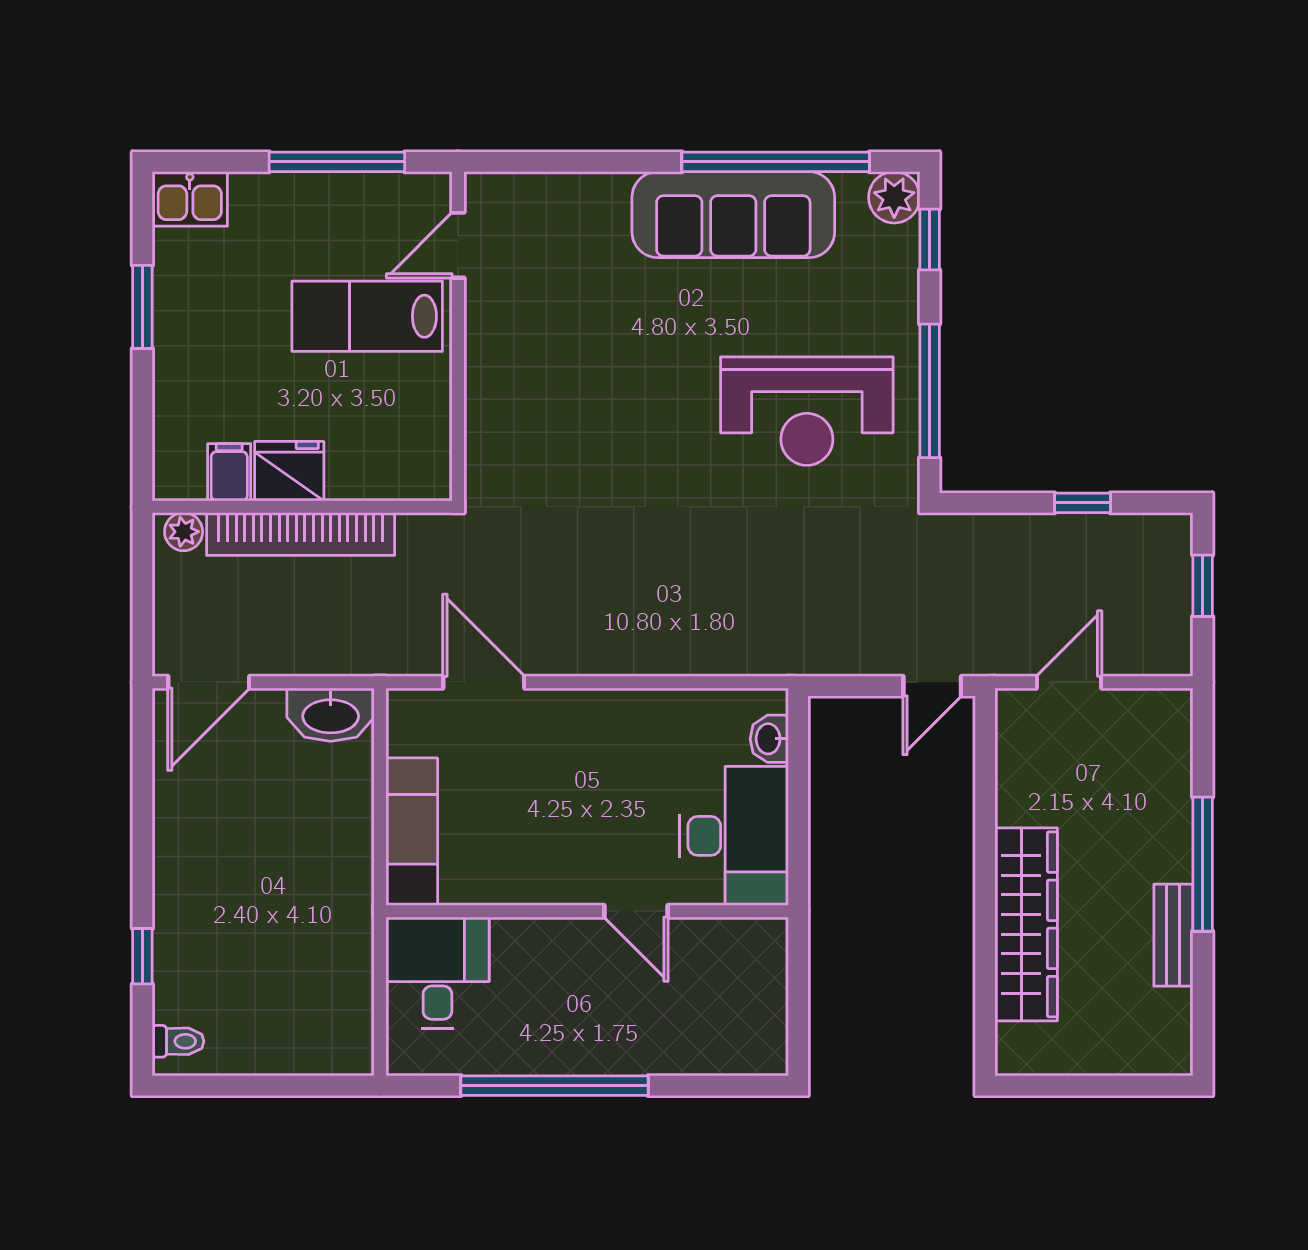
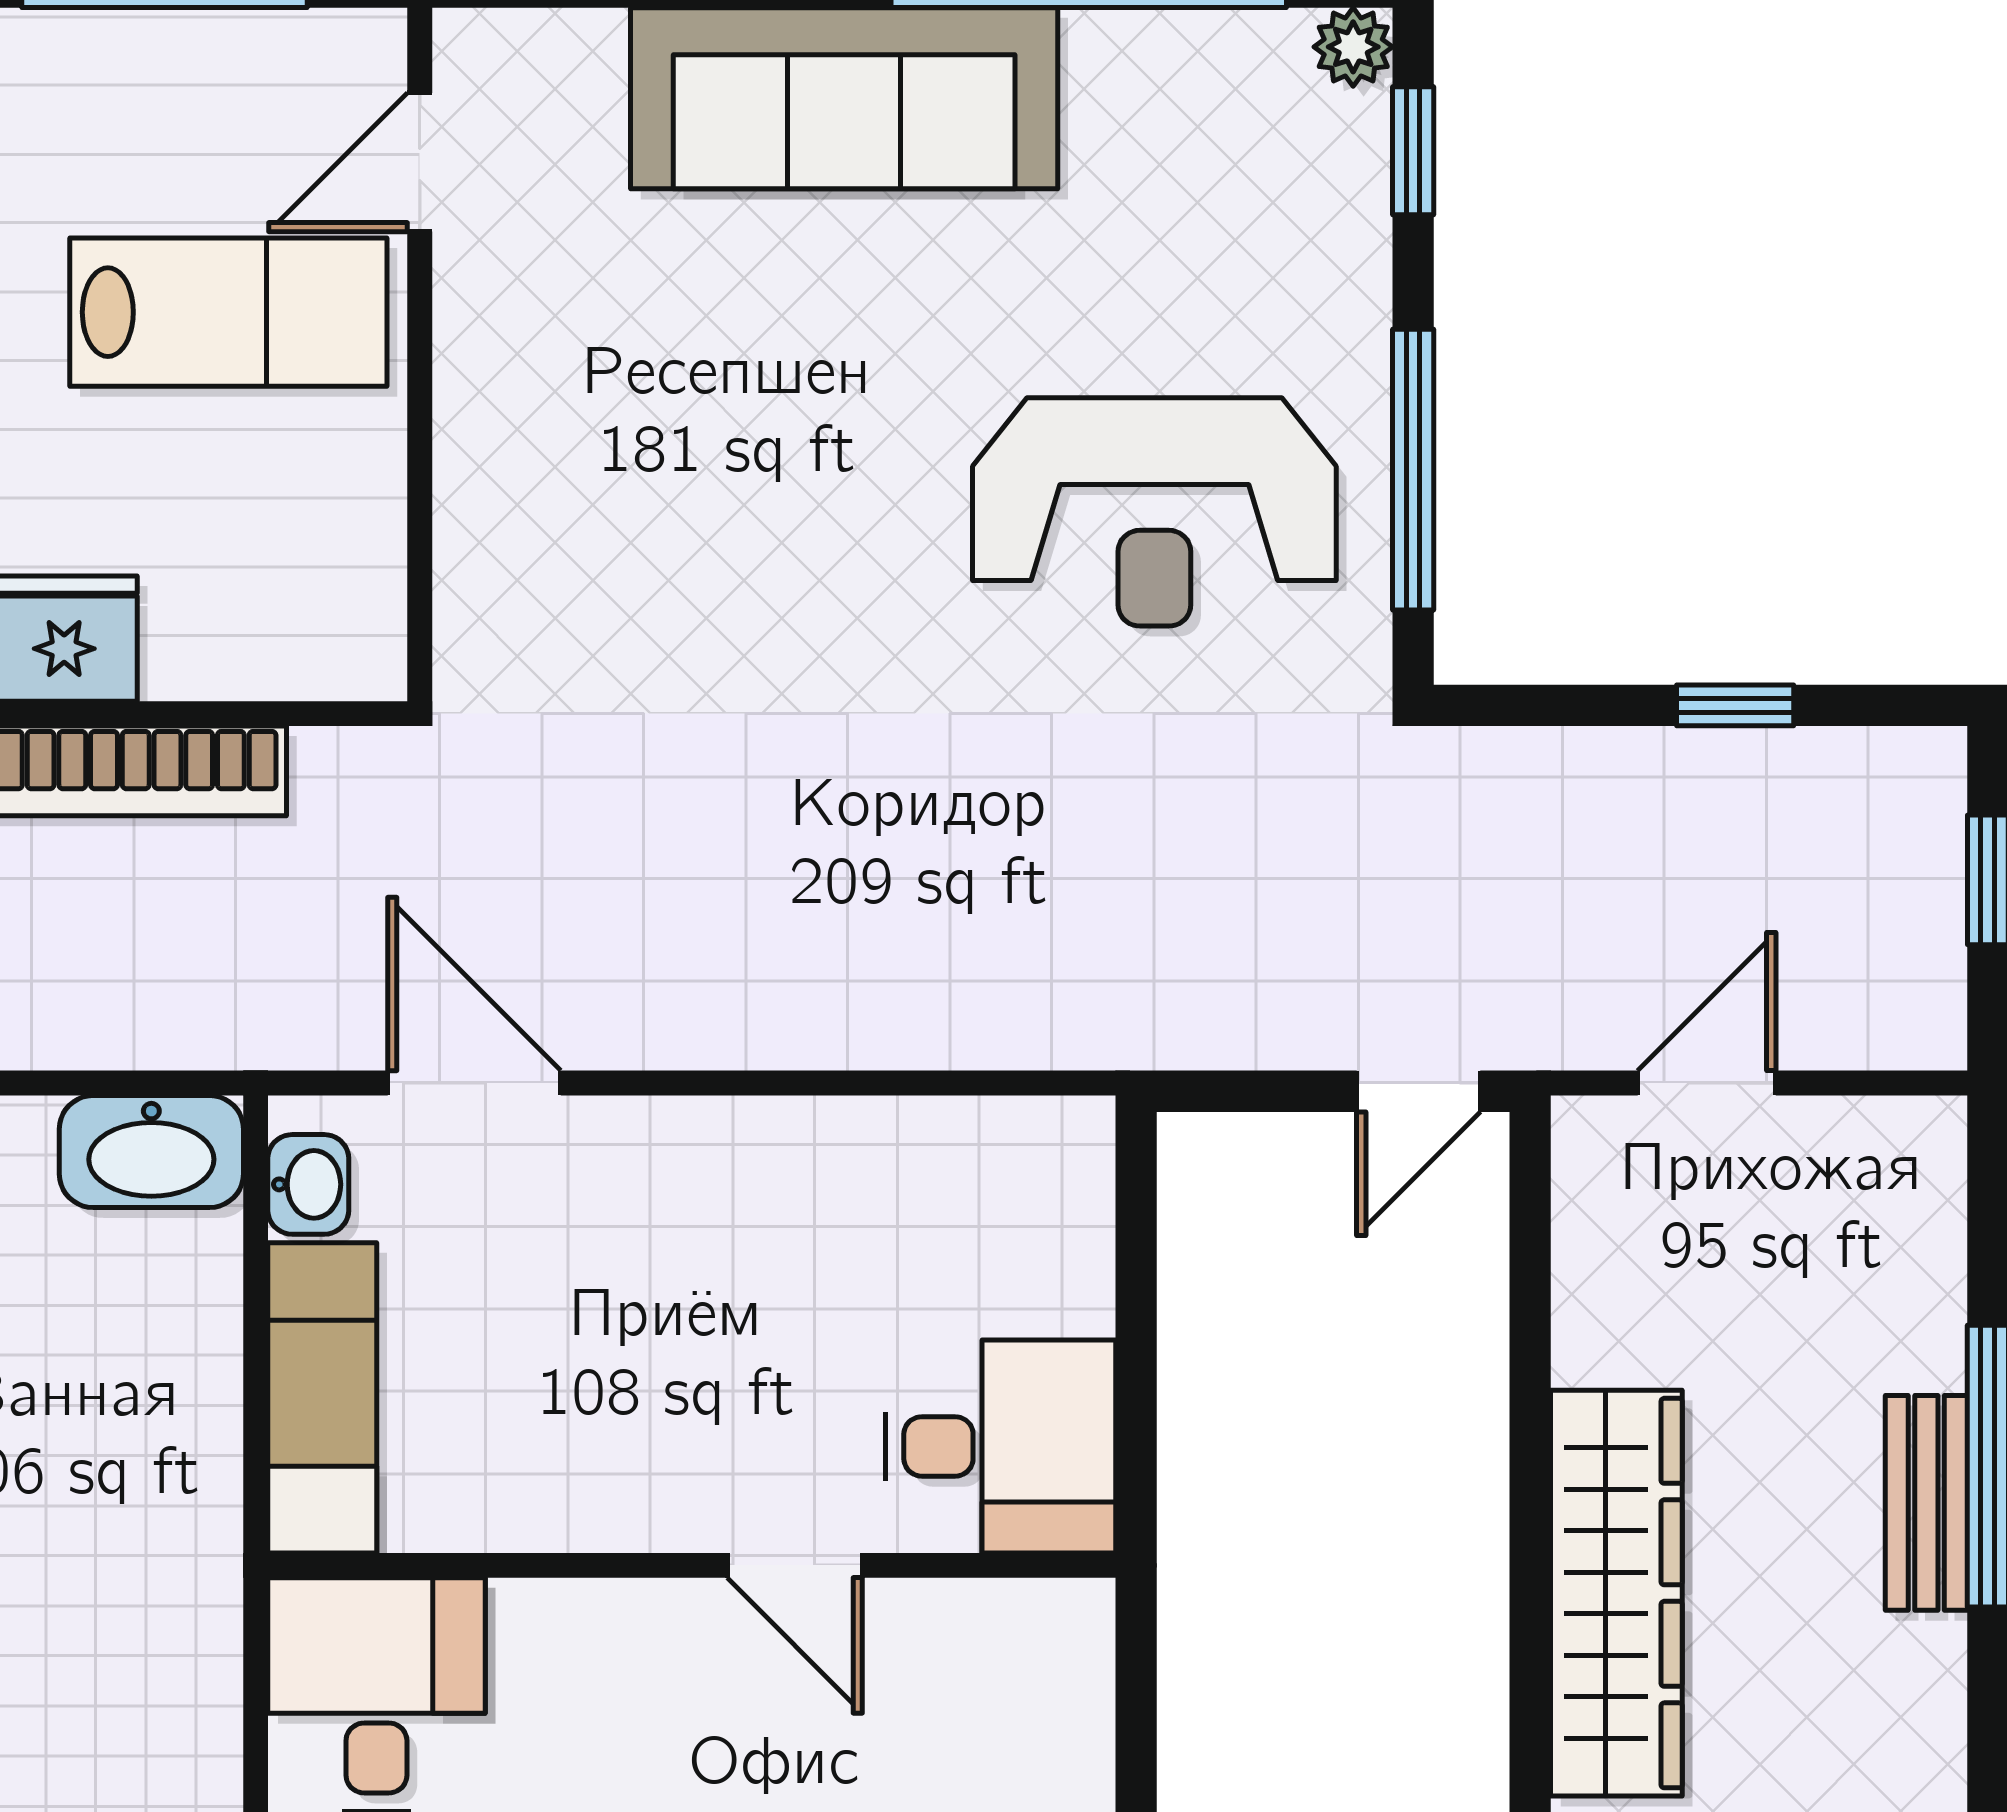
plant: (894, 197) -> (1353, 47), width x0.73, depth x0.73
sofa: (733, 215) -> (844, 98), moved
lab bench: (367, 316) -> (228, 312), turned 180
washbasin: (769, 739) -> (308, 1184), moved, turned 180
desk: (734, 836) -> (1001, 1446), width x0.73
bench: (1173, 935) -> (1926, 1503), moved

